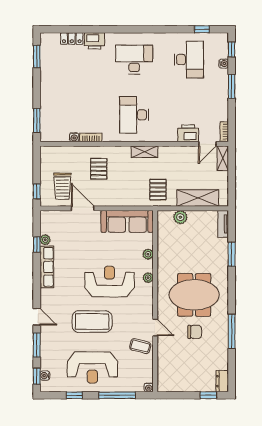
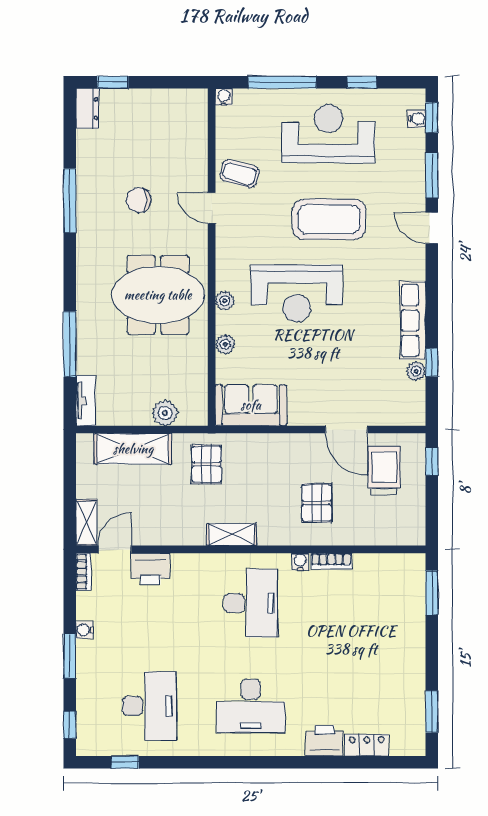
desk: (189, 60) -> (149, 706), turned 180
water cooler: (224, 64) -> (85, 630), moved
water cooler: (74, 137) -> (300, 562), moved
sofa: (127, 221) -> (251, 405), width x0.73
window: (232, 254) -> (70, 344), width x1.44
meeting table: (194, 295) -> (158, 295), moved

